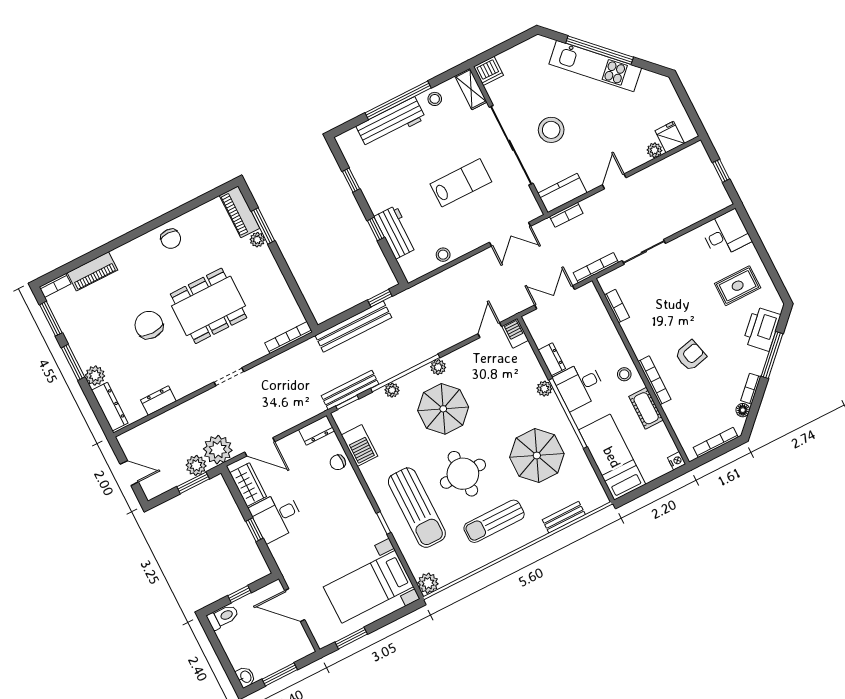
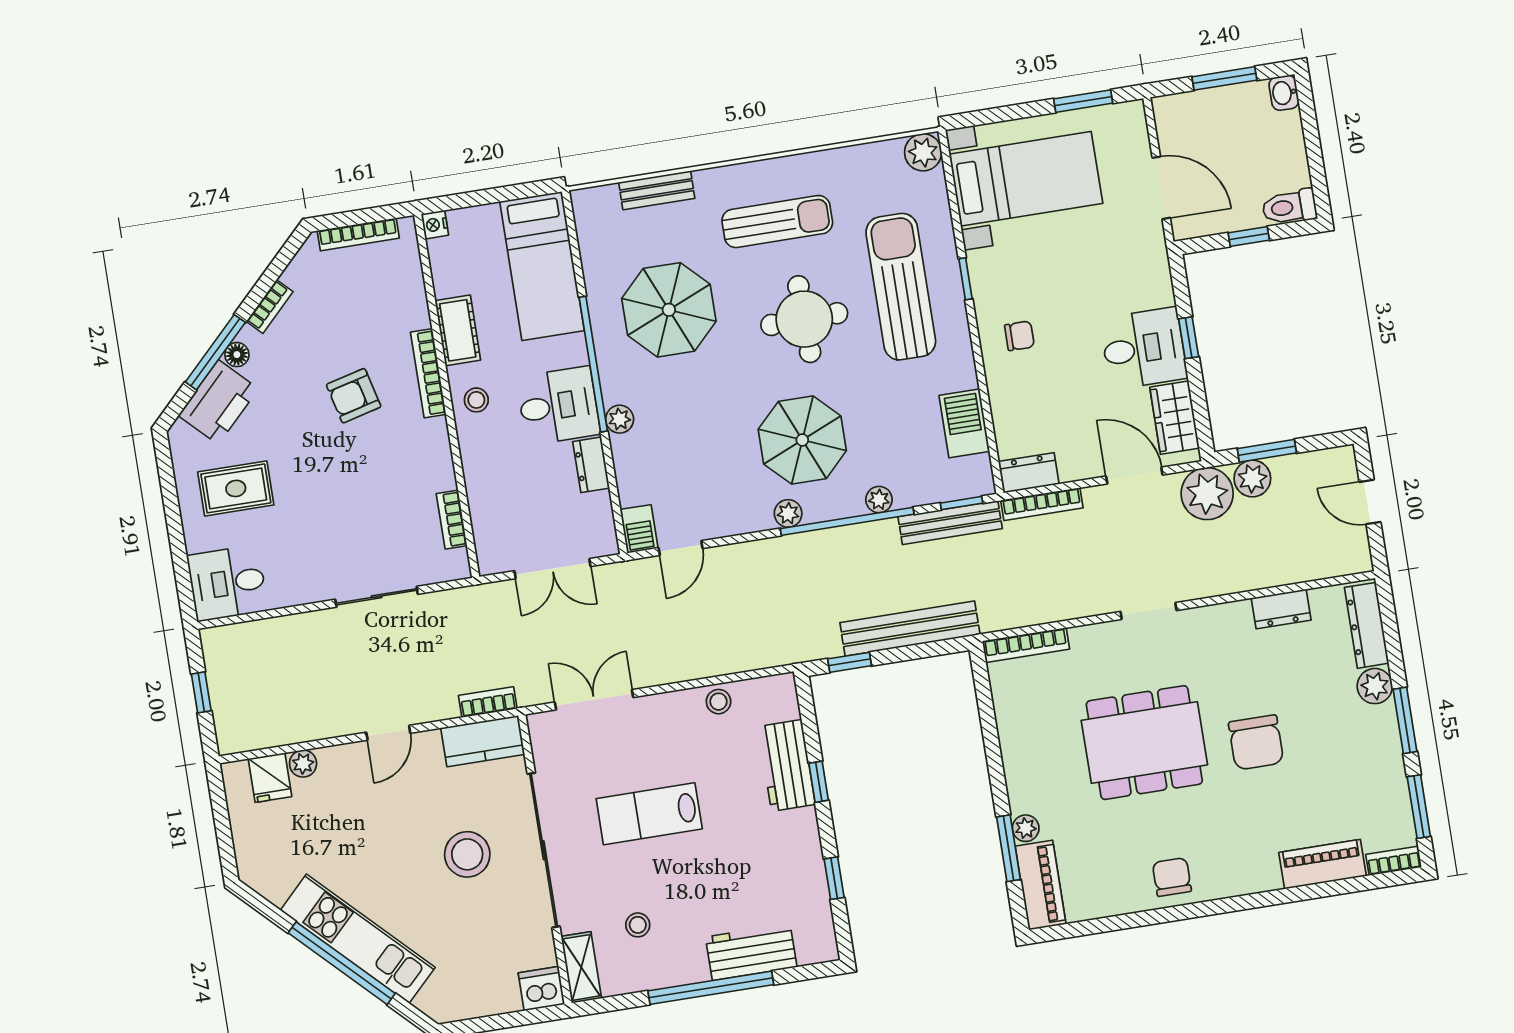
stool: (435, 99) -> (638, 925), moved
workbench: (391, 122) -> (751, 952), width x0.73
bookcase: (596, 268) -> (1042, 504), moved
floor lamp: (743, 410) -> (237, 355), moved
chair: (338, 462) -> (1019, 336), moved

